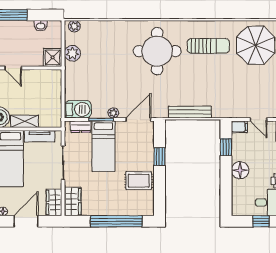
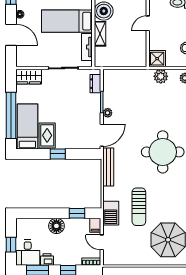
sun lounger: (208, 46) -> (139, 207), moved
barbecue: (78, 109) -> (111, 213), moved
bench: (190, 112) -> (108, 167), moved
door: (138, 119) -> (102, 135), hinge flipped
door: (259, 119) -> (102, 242), hinge flipped
bed: (103, 146) -> (27, 127), moved, turned 90
window: (159, 157) -> (58, 154), moved
wardrobe: (54, 202) -> (28, 60), removed

